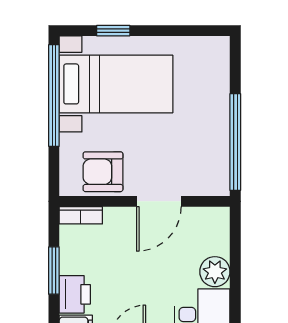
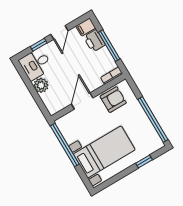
bed with nightstands: (116, 84) -> (104, 152), moved, turned 180
window: (54, 271) -> (109, 46), width x1.44

